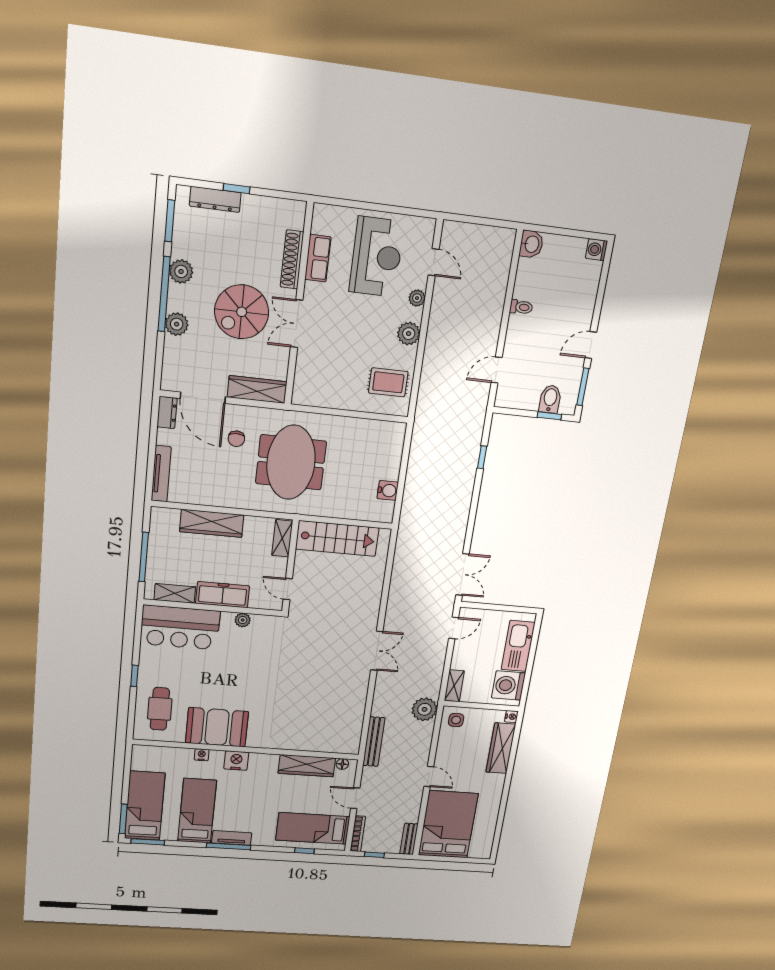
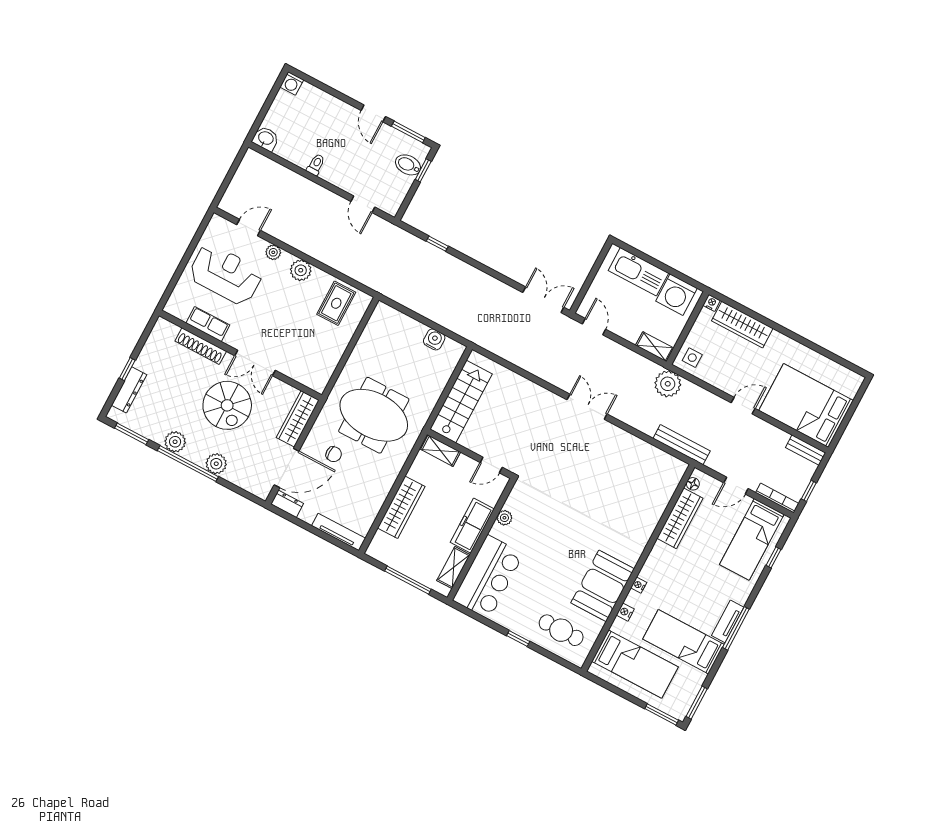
nightstand: (236, 761) -> (639, 585), width x0.53, depth x0.56
bed: (145, 806) -> (635, 664), moved, turned 180

